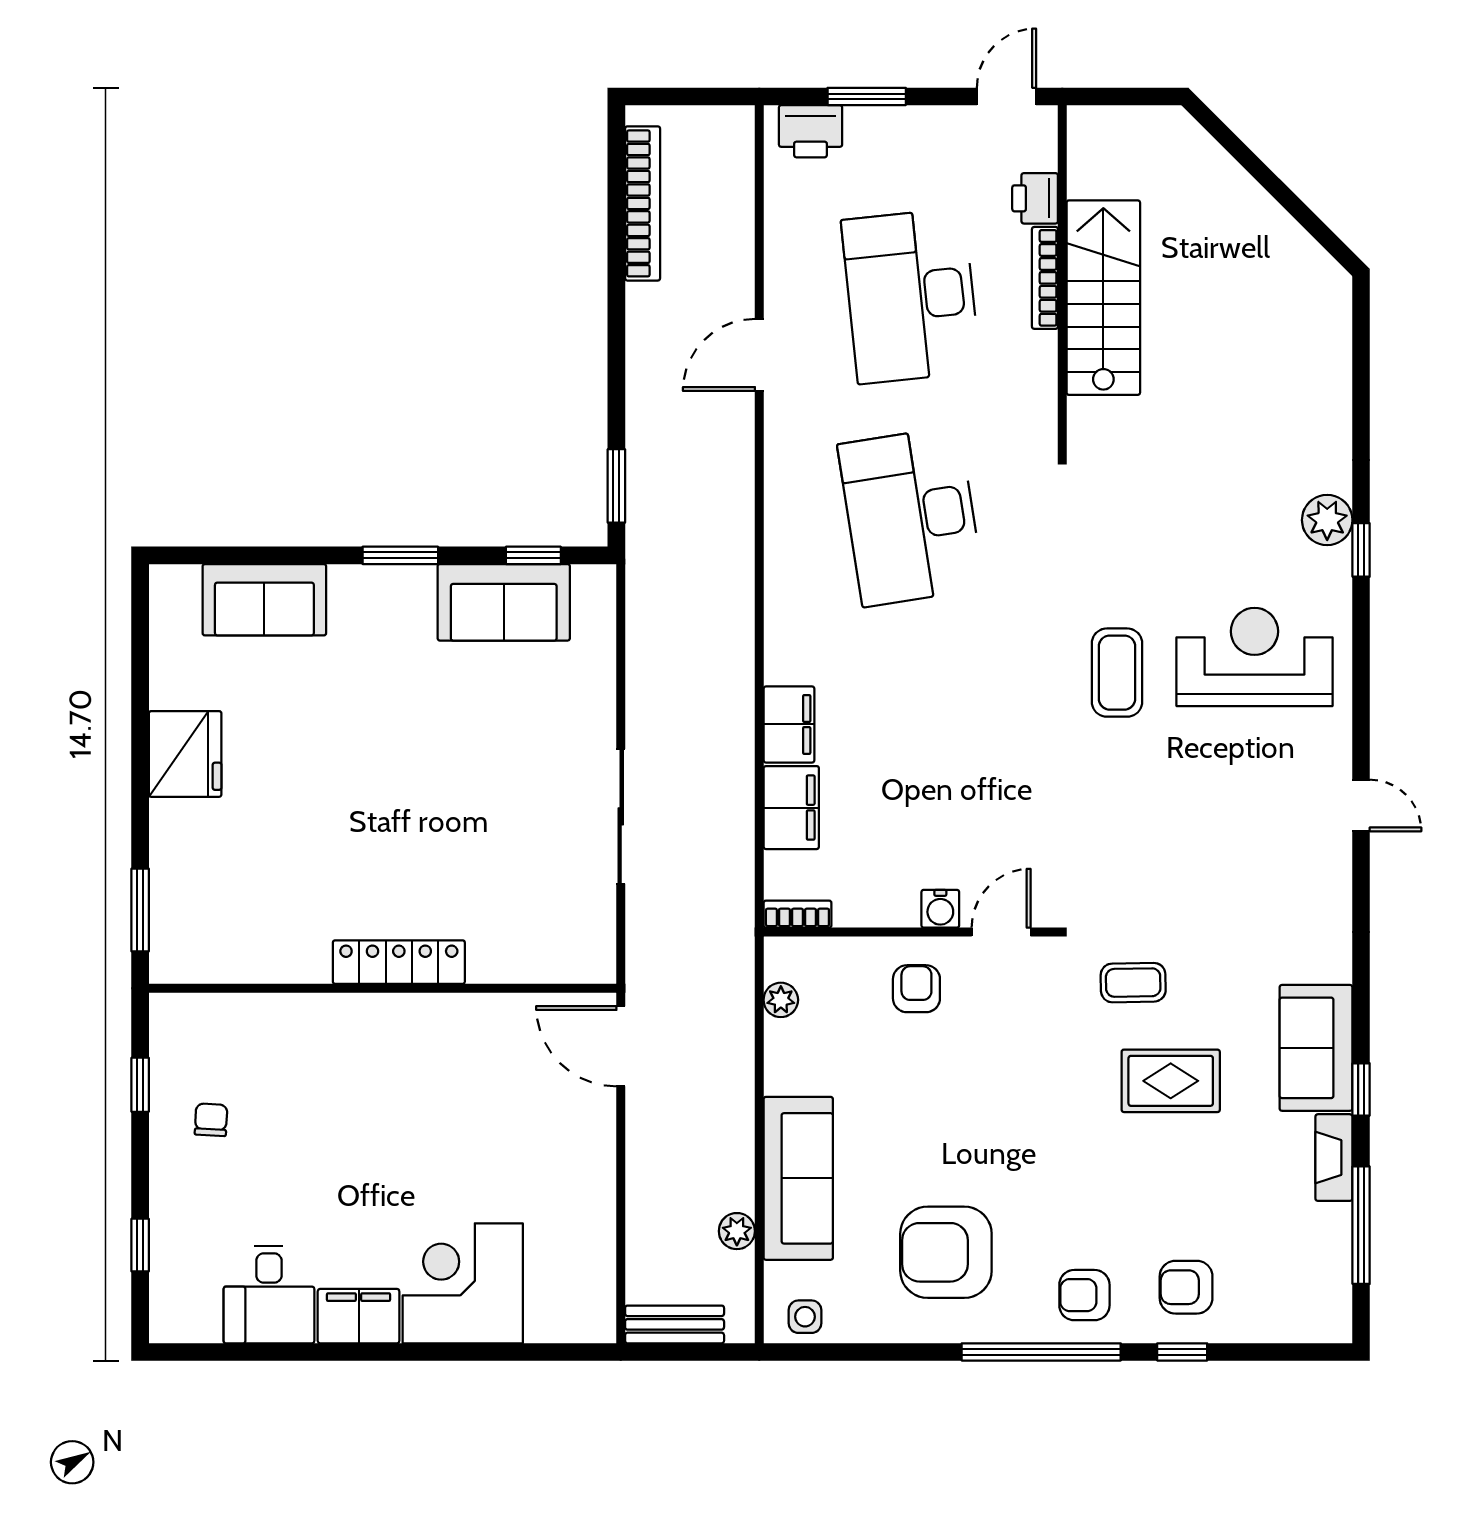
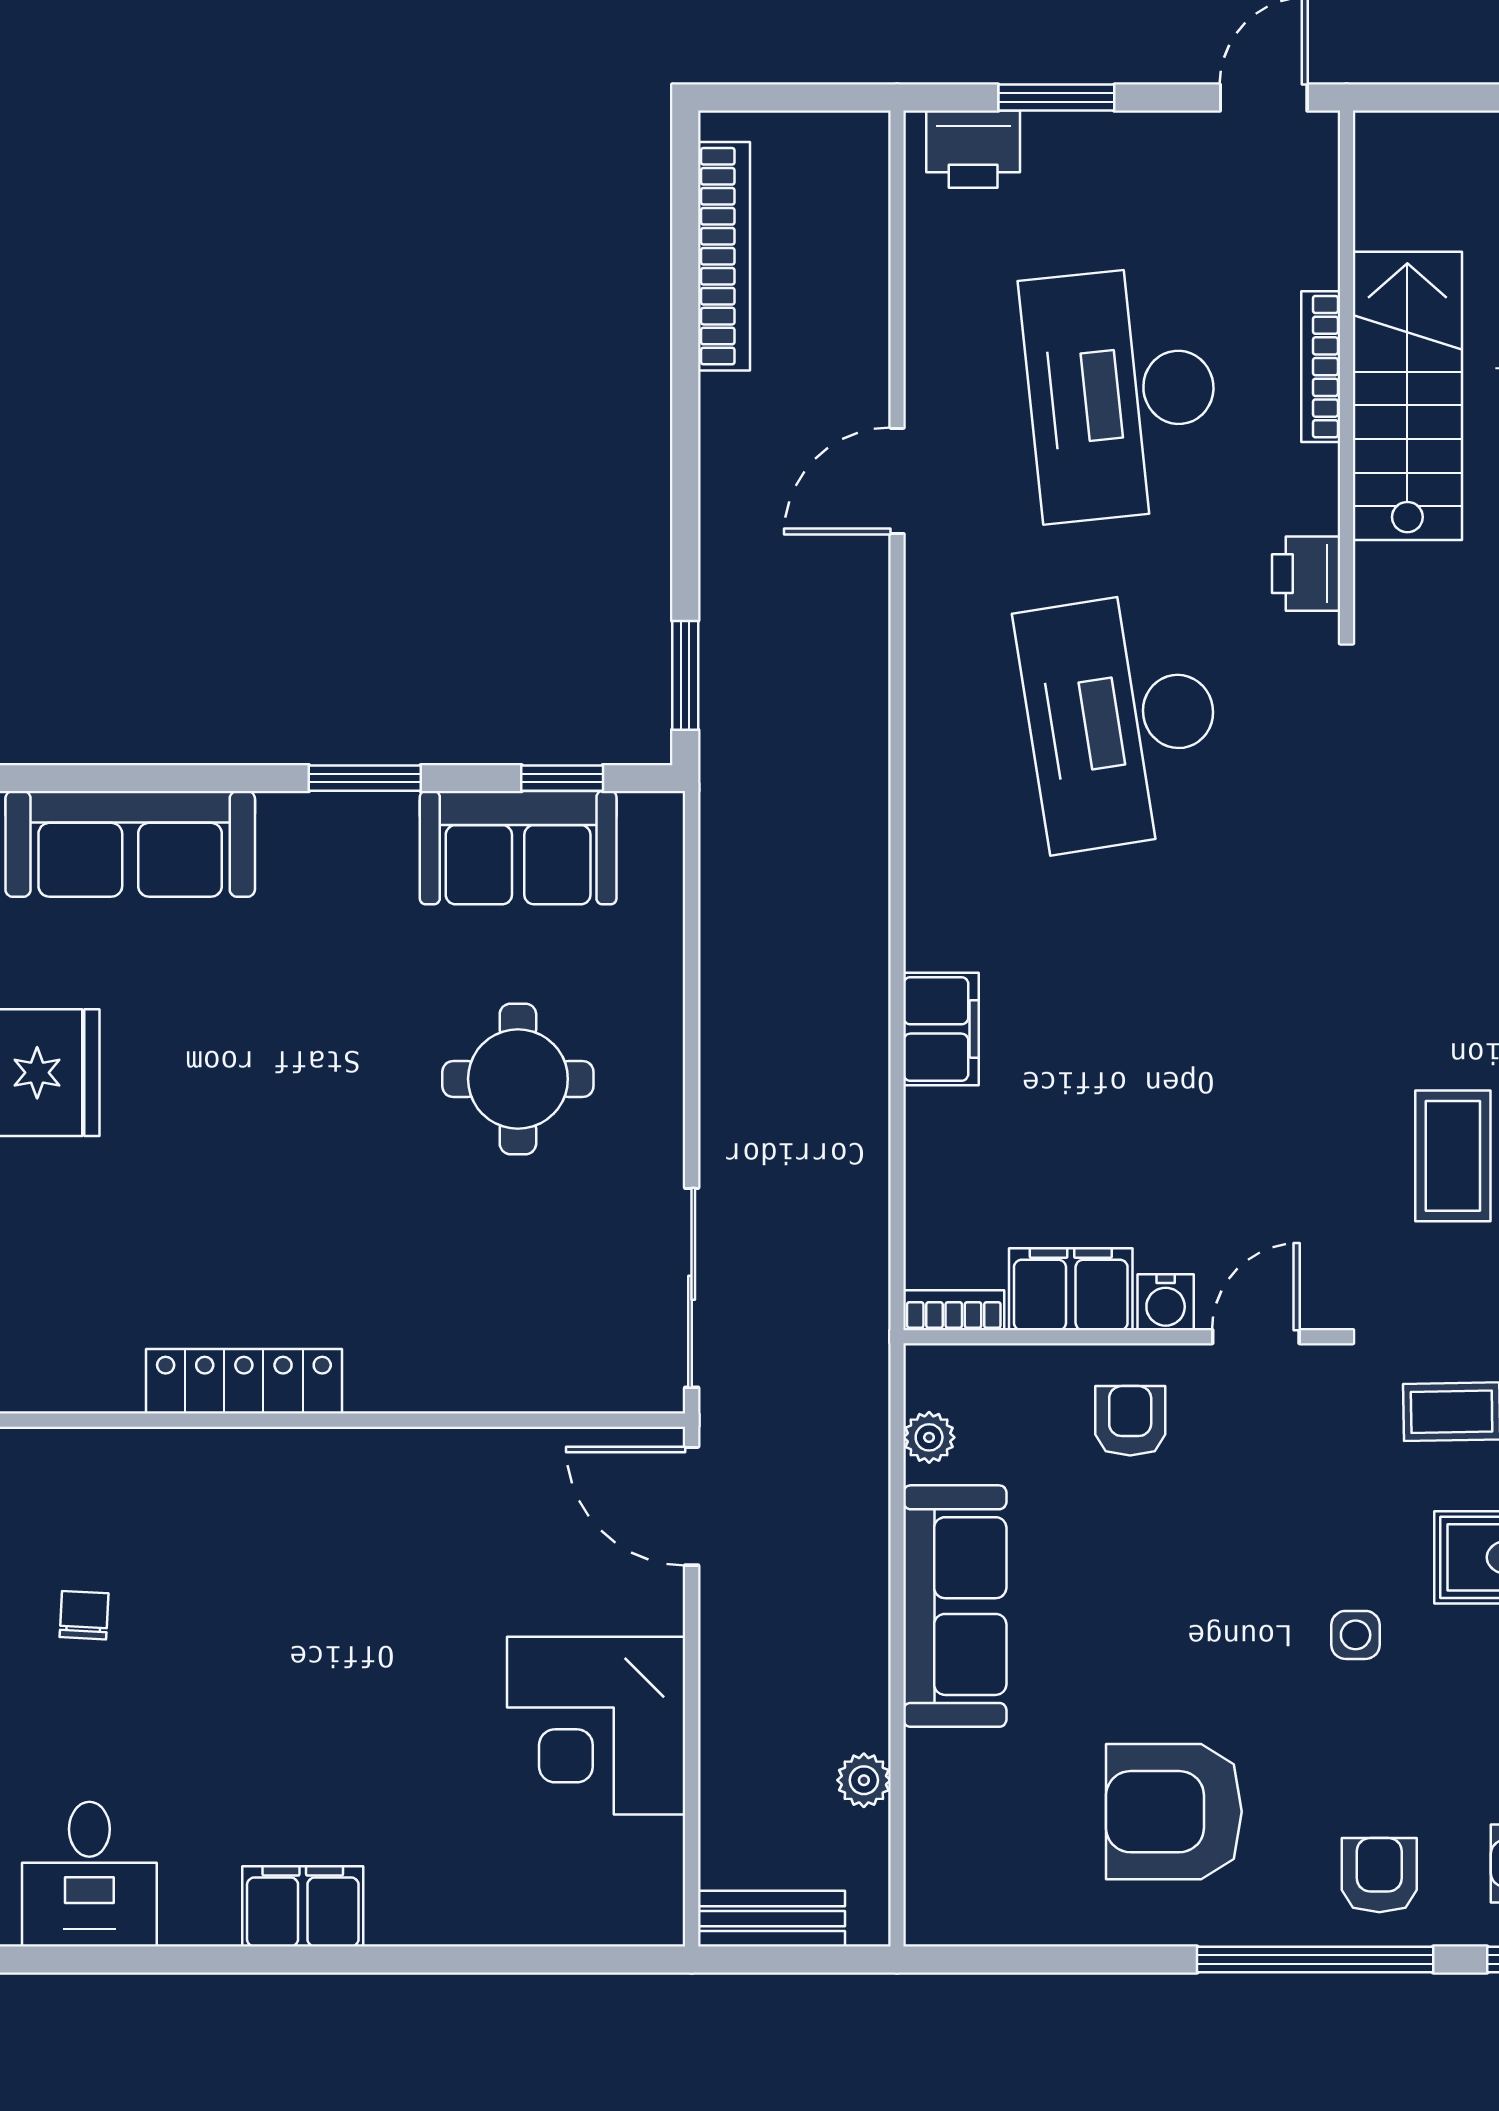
printer: (1035, 198) -> (1306, 574), moved
sofa: (264, 600) -> (130, 844), width x1.36
coffee table: (1117, 673) -> (1453, 1156), moved
round table: (504, 758) -> (518, 1079), added
filing cabinet: (791, 808) -> (1071, 1289), moved, turned -90
sliding door: (621, 816) -> (692, 1288), moved
locker: (399, 962) -> (244, 1381), moved
sofa: (798, 1178) -> (955, 1606), moved
corner desk: (463, 1283) -> (596, 1726), moved, turned -90
desk: (269, 1294) -> (89, 1874), moved
armchair: (1084, 1295) -> (1379, 1875), turned 90
side table: (805, 1317) -> (1356, 1635), moved

